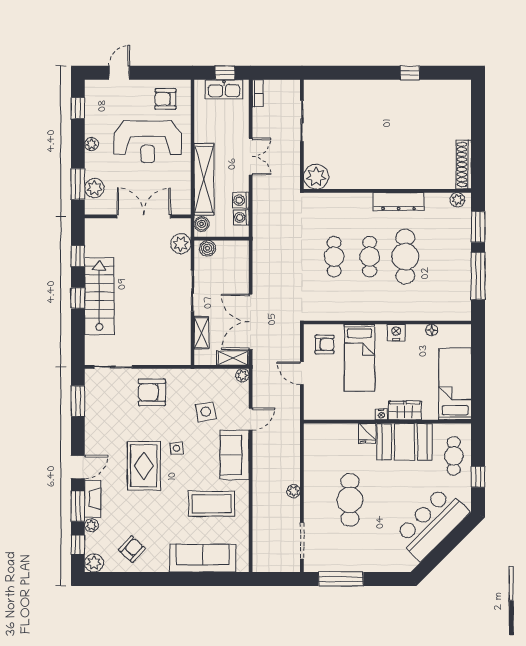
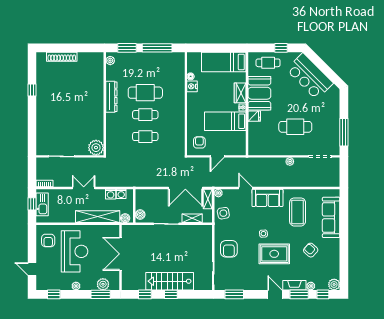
shoe rack: (464, 164) -> (62, 57), moved
plant: (181, 244) -> (137, 231), removed
nightstand: (396, 332) -> (192, 86), moved
bed: (359, 358) -> (225, 121), moved, turned 180
side table: (206, 412) -> (223, 213), moved
armchair: (132, 549) -> (311, 250), moved

